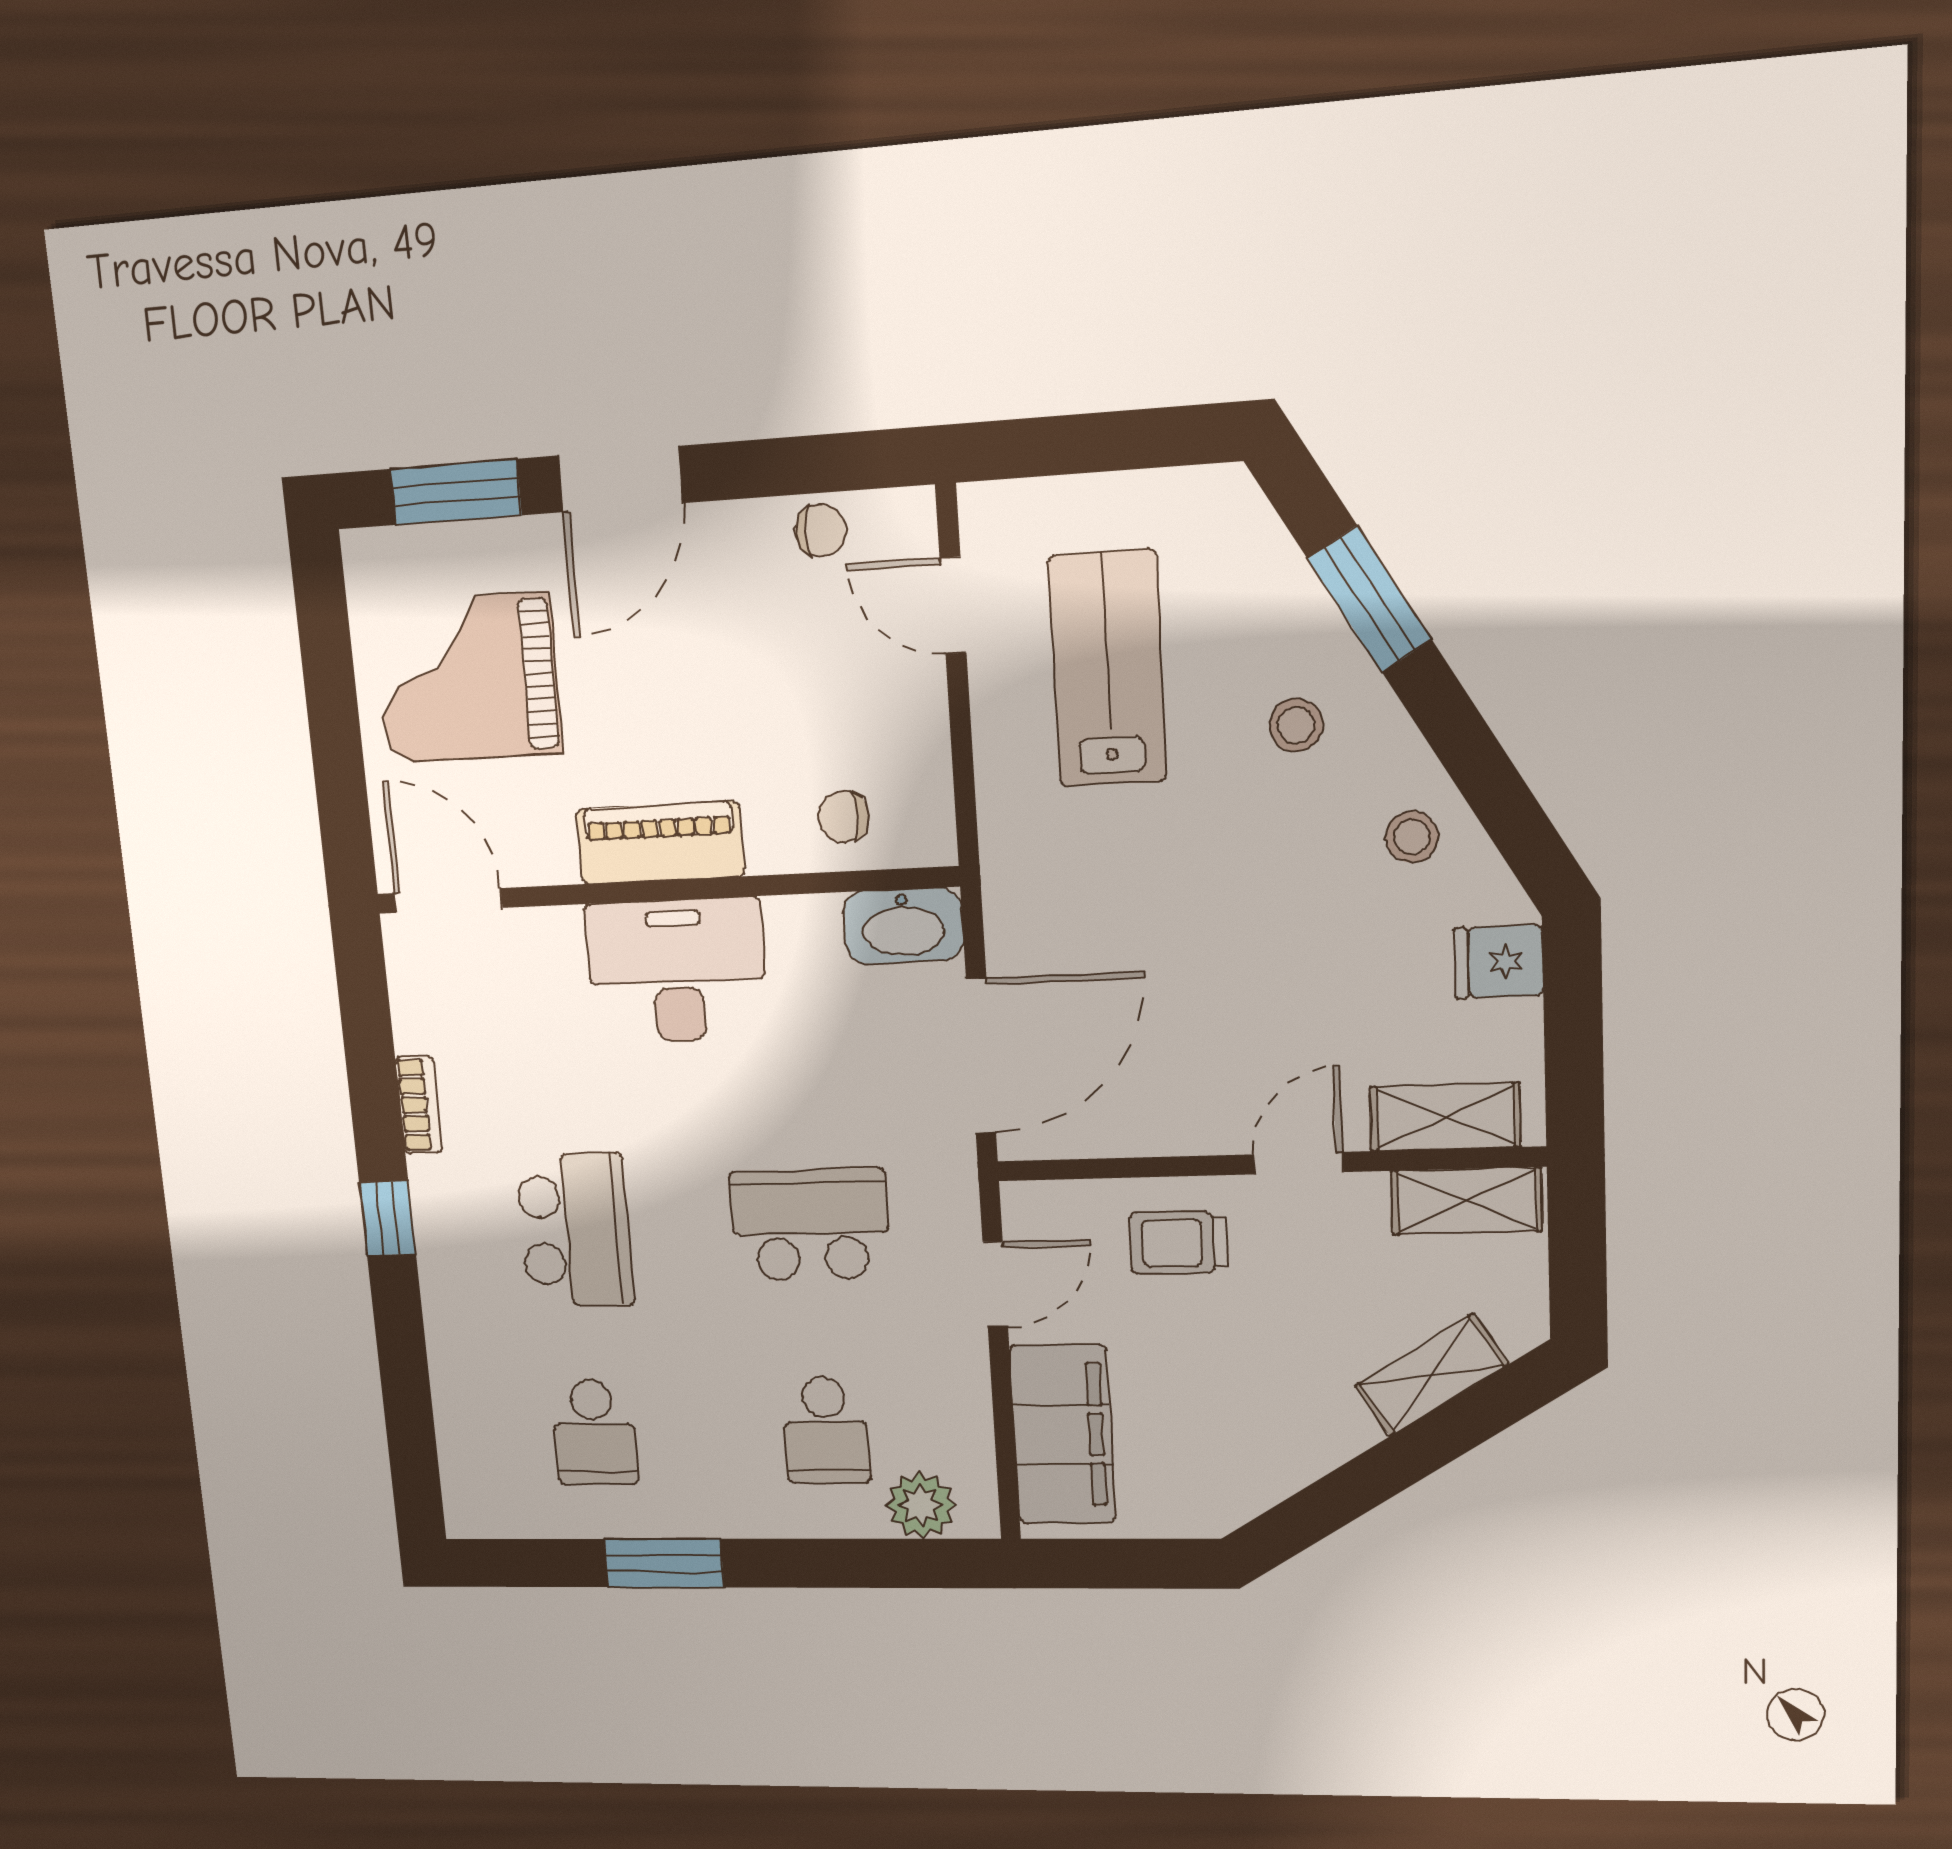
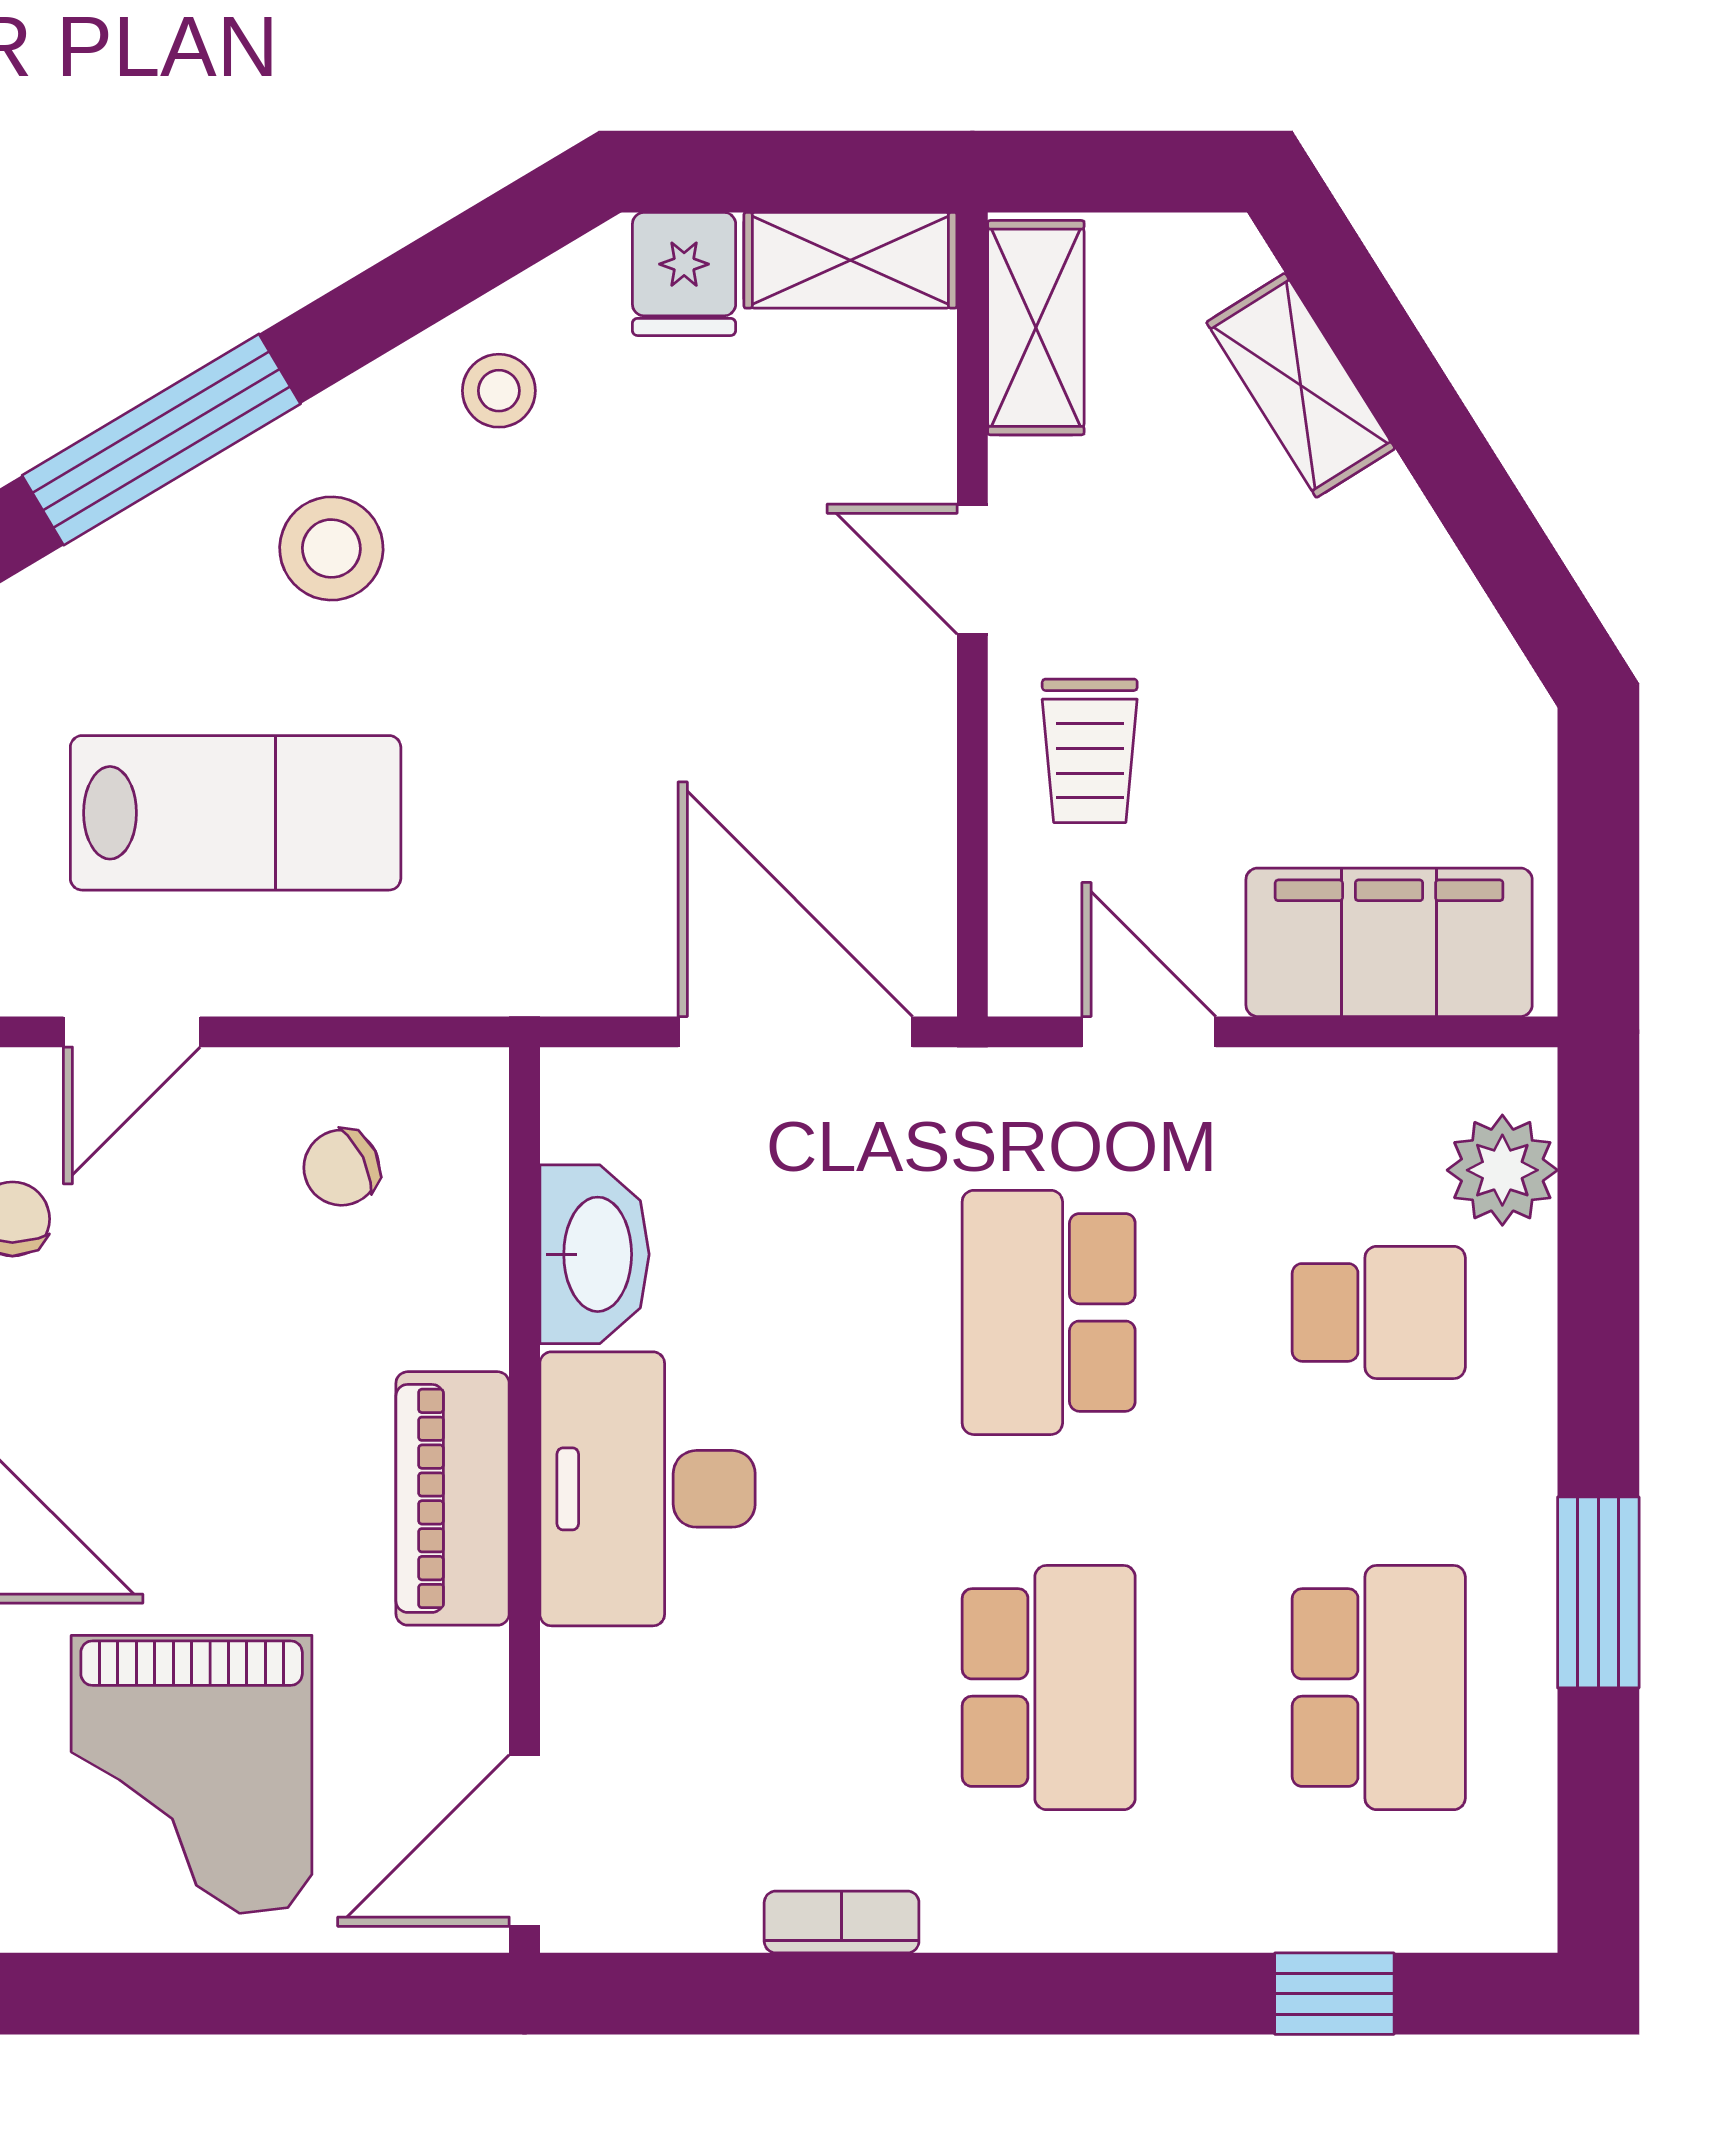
window: (1370, 599) -> (161, 440), width x1.44
lab bench: (1108, 669) -> (236, 813), turned 180
stool: (1296, 725) -> (331, 548), width x1.37, depth x1.37
chair: (843, 817) -> (341, 1168), moved, turned 64
washbasin: (903, 926) -> (594, 1254), moved
shelving: (1445, 1117) -> (850, 260), moved, turned 90
window: (388, 1218) -> (1334, 1994), moved
school desk: (575, 1230) -> (1049, 1688), turned 90
school desk: (594, 1432) -> (1379, 1688), width x1.85

